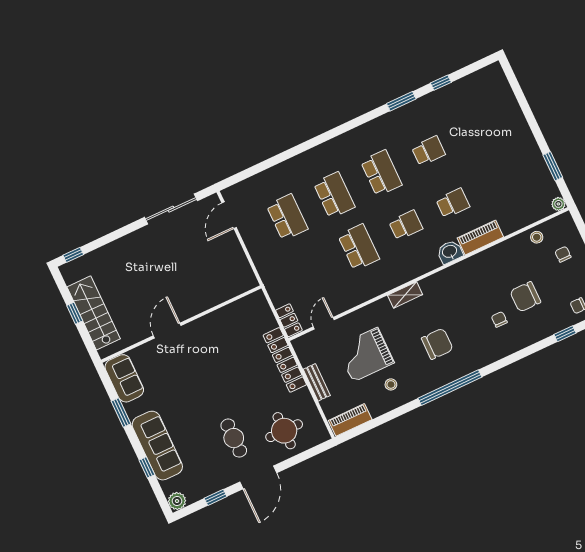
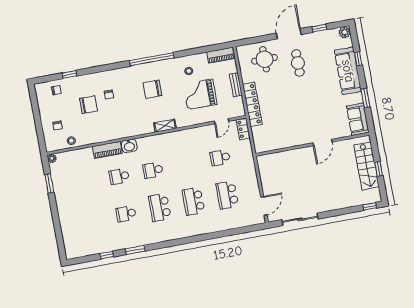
school desk: (359, 247) -> (220, 158), moved, width x0.54
grand piano: (365, 355) -> (200, 94), turned 180

